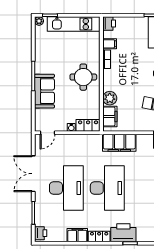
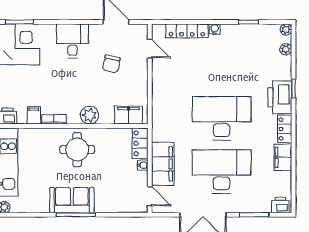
sofa: (44, 91) -> (72, 200), moved
plant: (110, 98) -> (89, 115), moved
filing cabinet: (119, 143) -> (163, 164), moved

